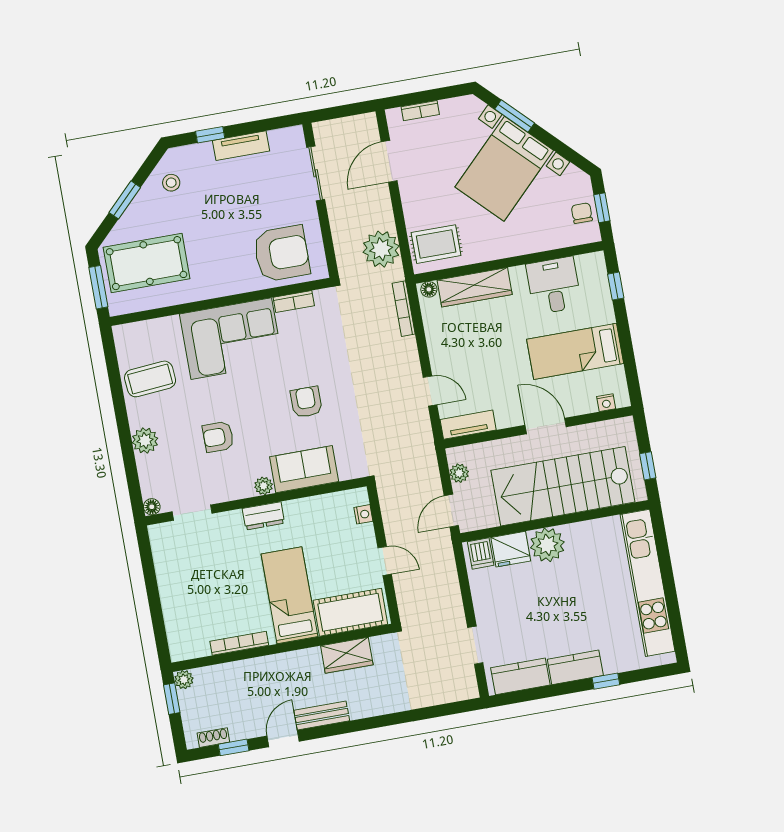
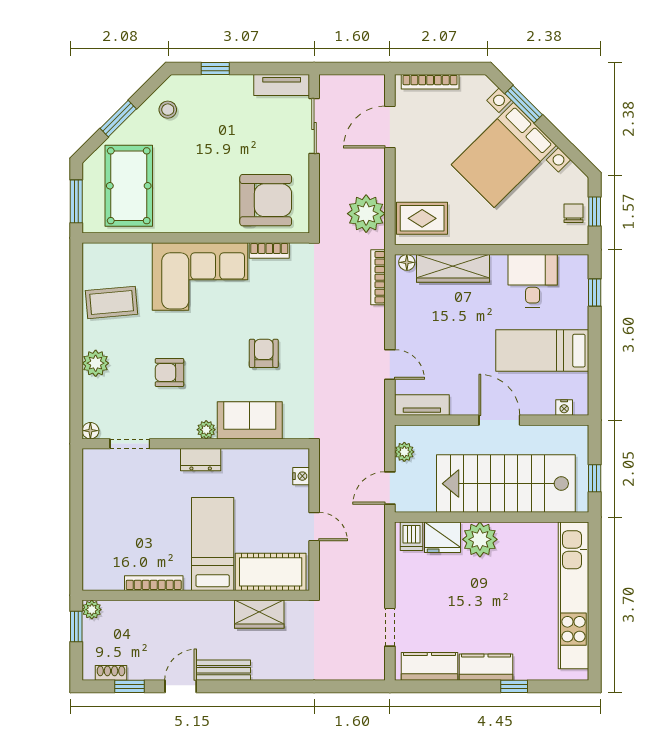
bookcase: (420, 111) -> (430, 82), width x1.56
tv unit: (241, 146) -> (282, 85), moved
pool table: (147, 263) -> (129, 186), turned 90

